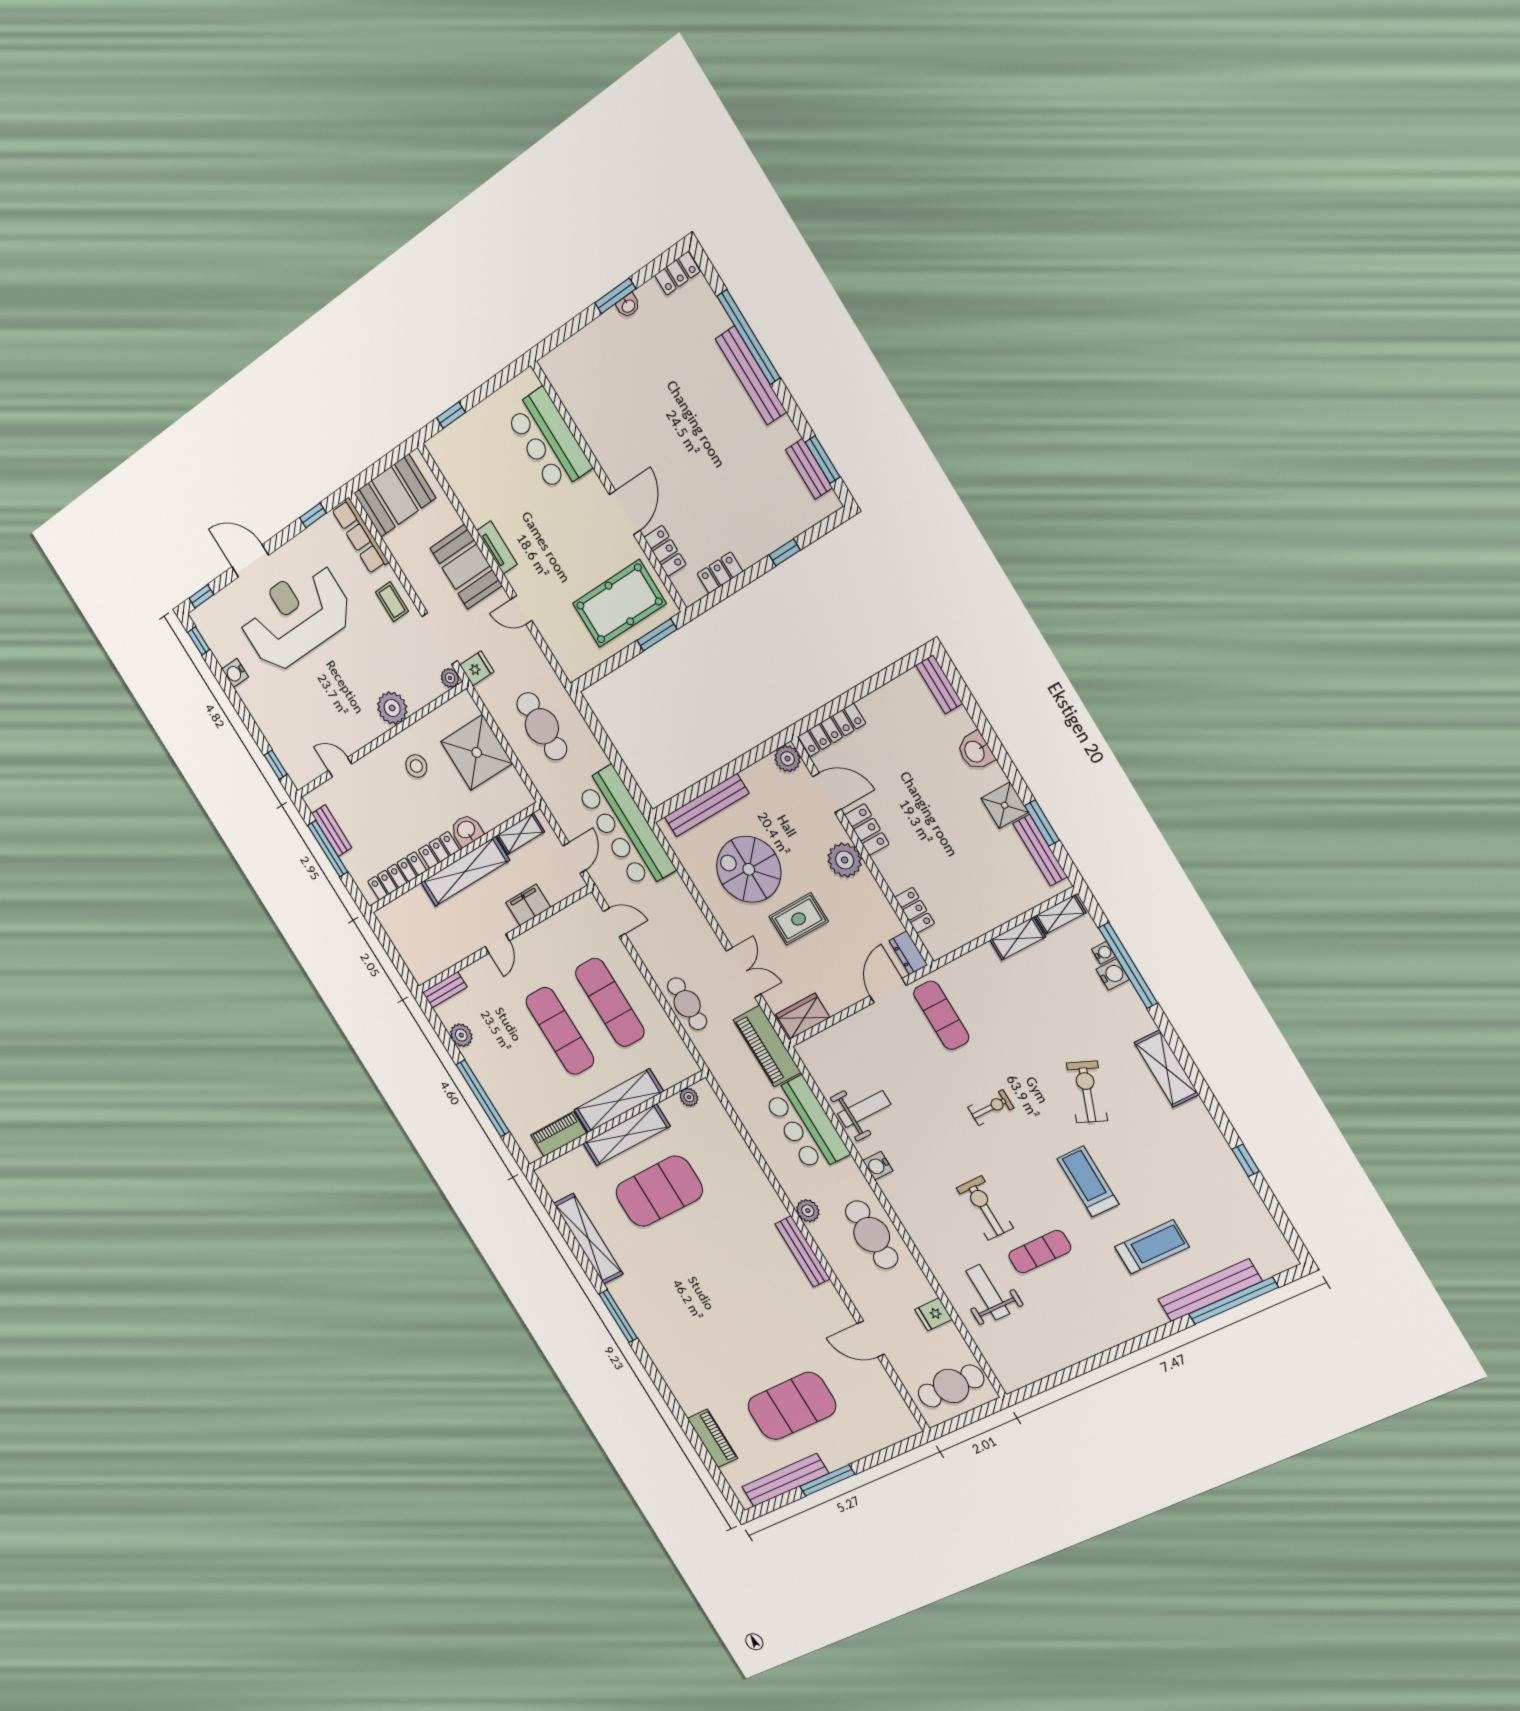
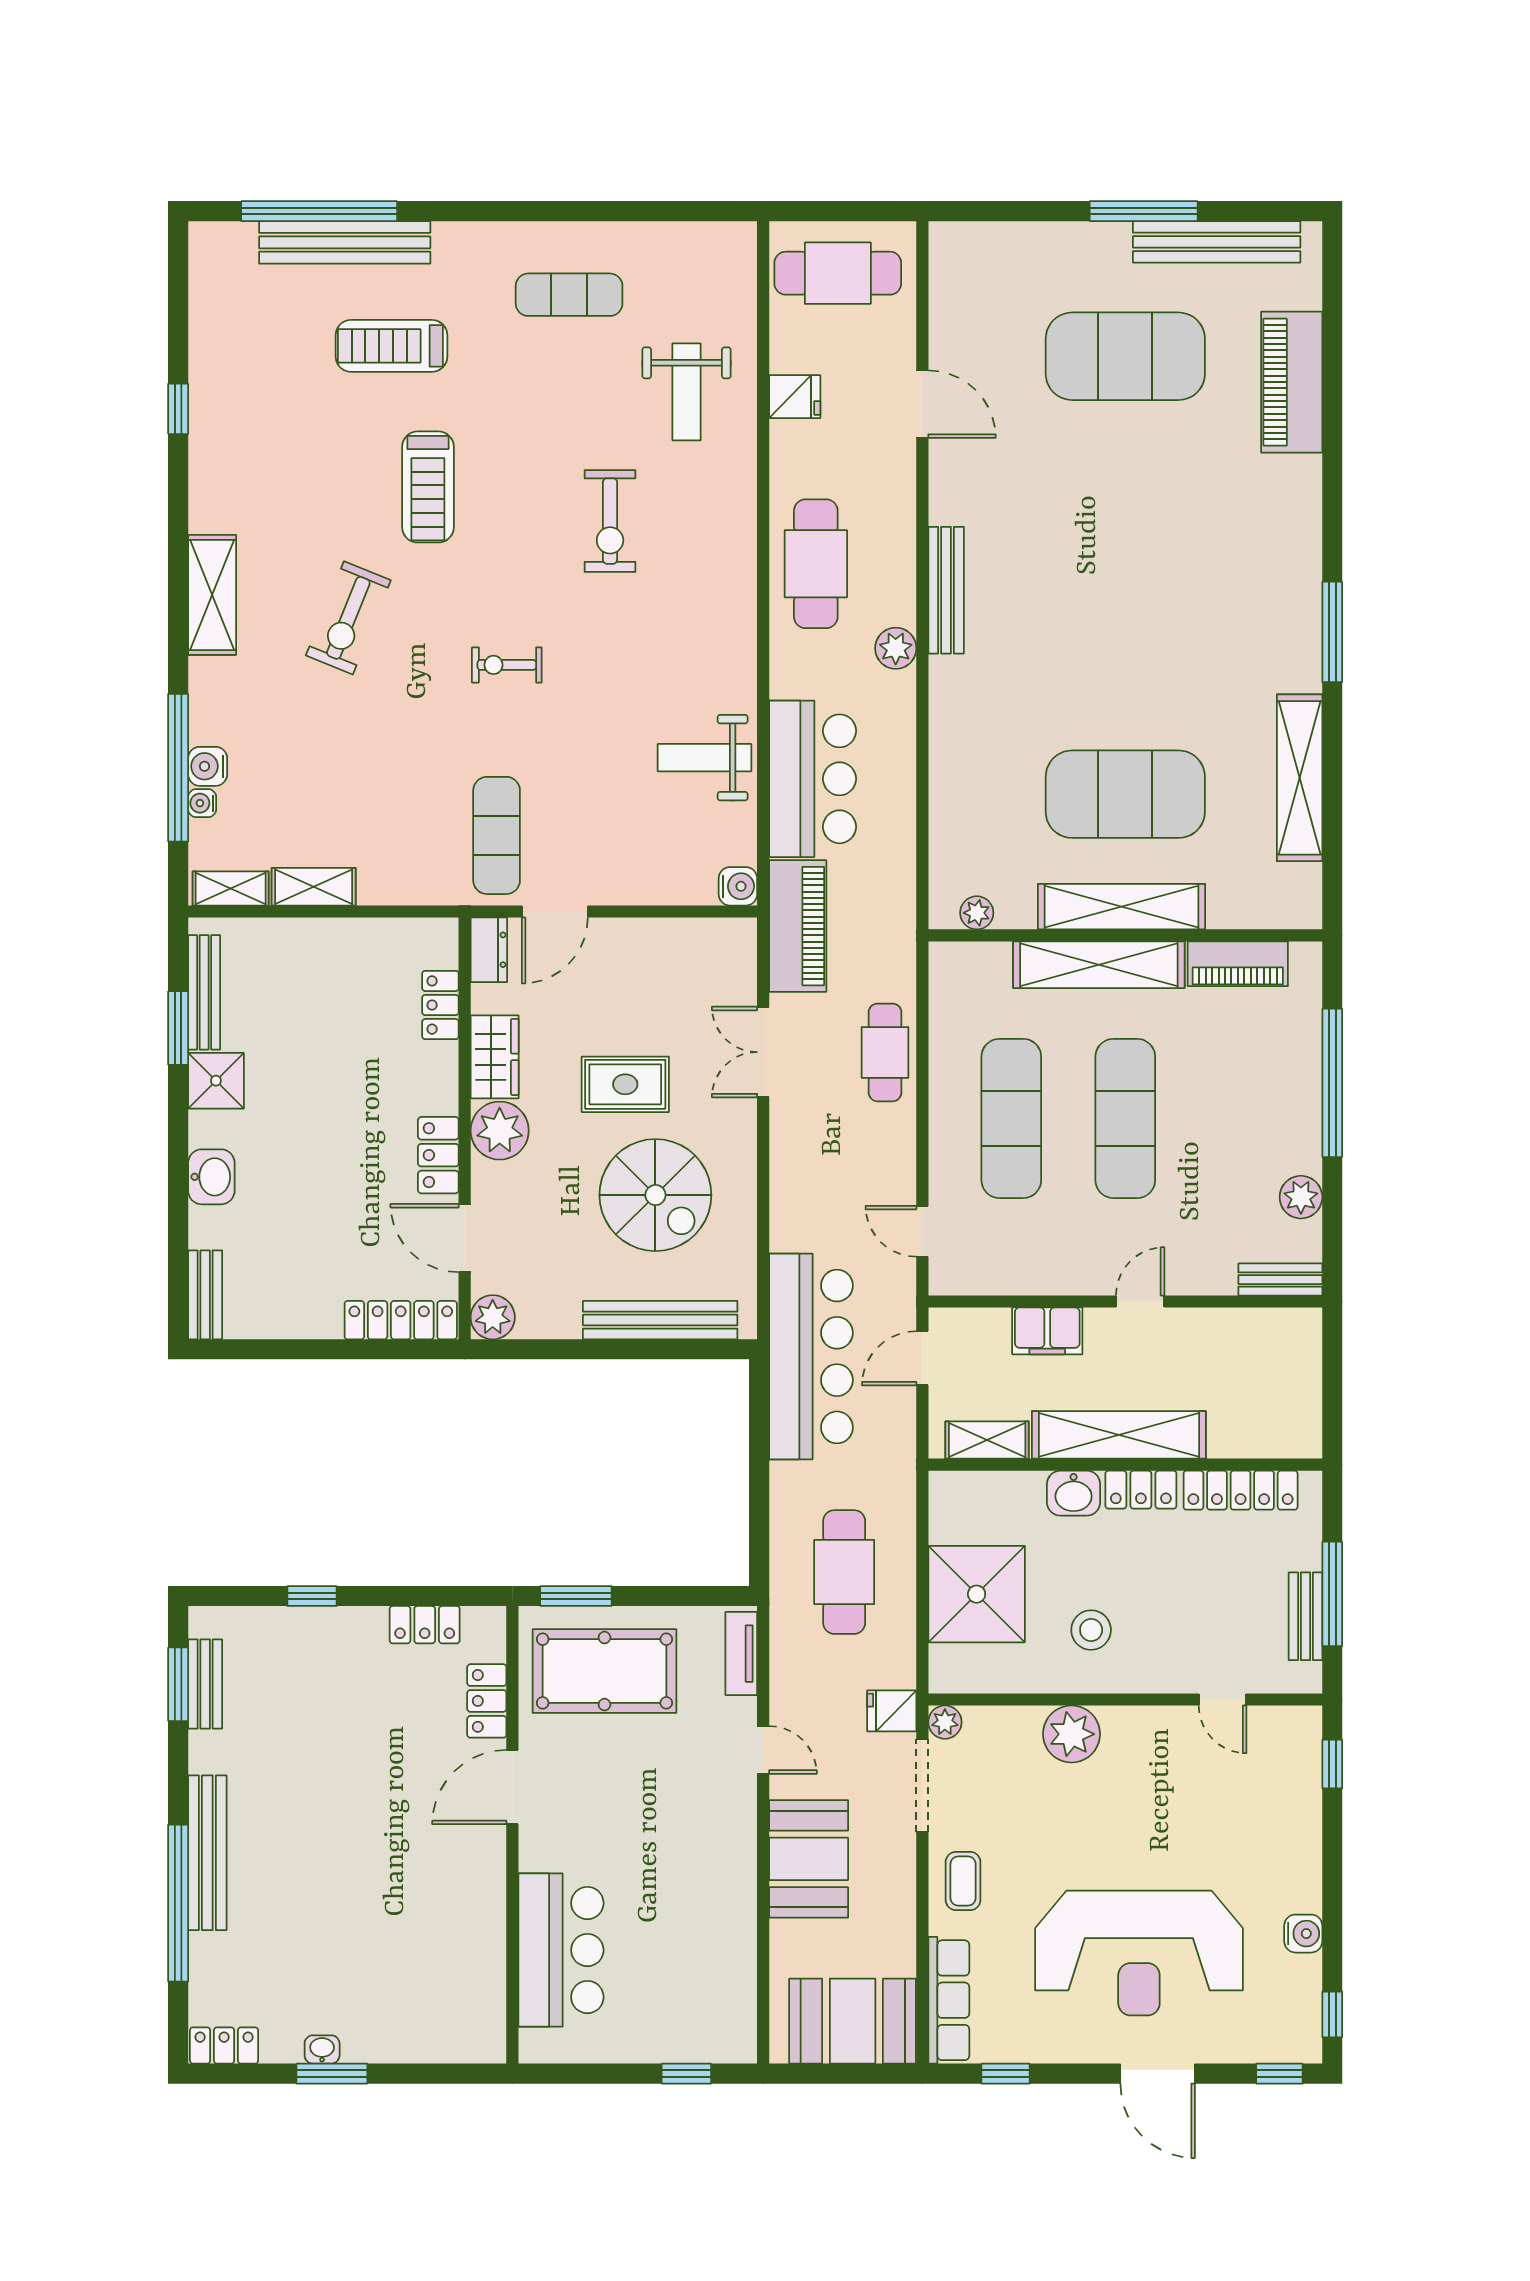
tv unit: (497, 547) -> (741, 1654), moved
wardrobe: (803, 1016) -> (495, 1057), moved, turned -90
water cooler: (878, 1166) -> (738, 886), moved
exercise mat: (1040, 1252) -> (569, 295), moved
piano: (712, 1438) -> (1292, 382), width x1.37, depth x1.33

